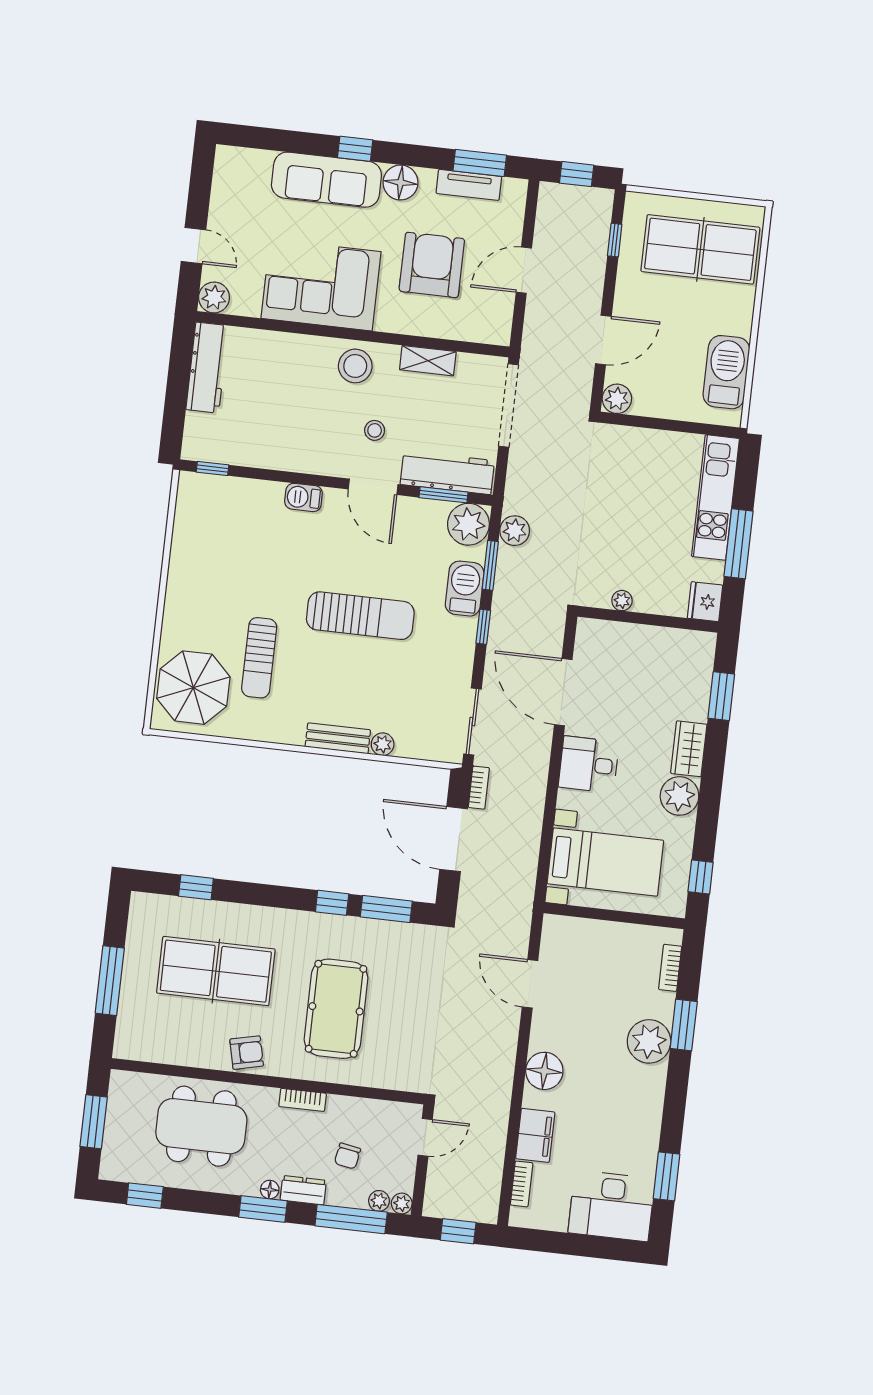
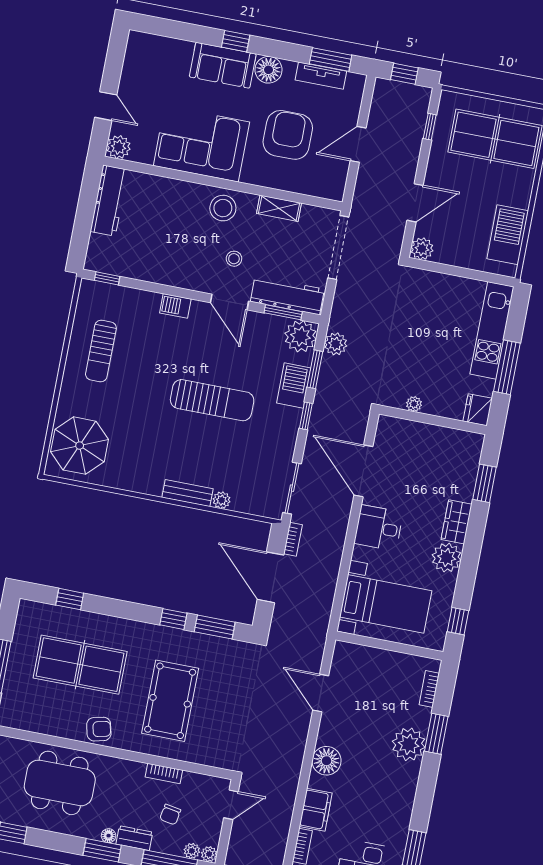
sofa: (326, 180) -> (223, 65), width x0.73
sun lounger: (259, 658) -> (101, 351), moved
bookcase: (303, 1100) -> (164, 773), moved

